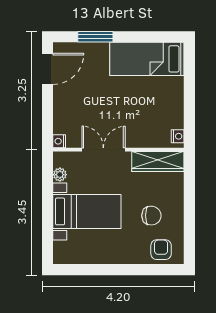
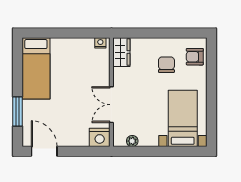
nightstand: (59, 141) -> (100, 137), width x1.89, depth x1.79
wardrobe: (158, 162) -> (121, 52), width x0.67
bed with nightstands: (87, 211) -> (183, 118), moved

